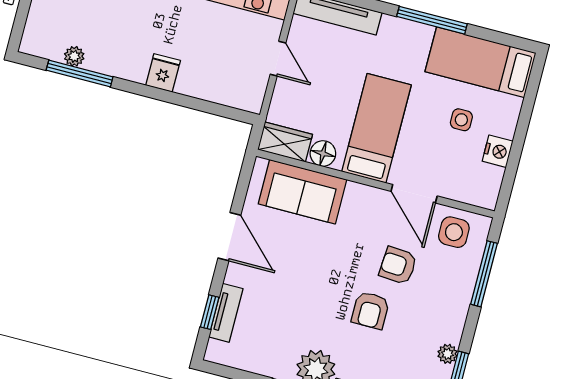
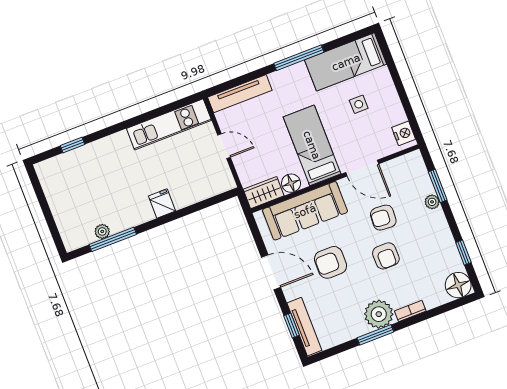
nightstand: (498, 151) -> (404, 133), moved
sofa: (303, 192) -> (305, 211), width x1.36
side table: (454, 232) -> (402, 174), removed
armchair: (304, 273) -> (331, 262), added
window: (484, 274) -> (438, 186), width x0.69
tv unit: (226, 313) -> (304, 327), width x1.41
plant: (447, 354) -> (432, 202), moved

